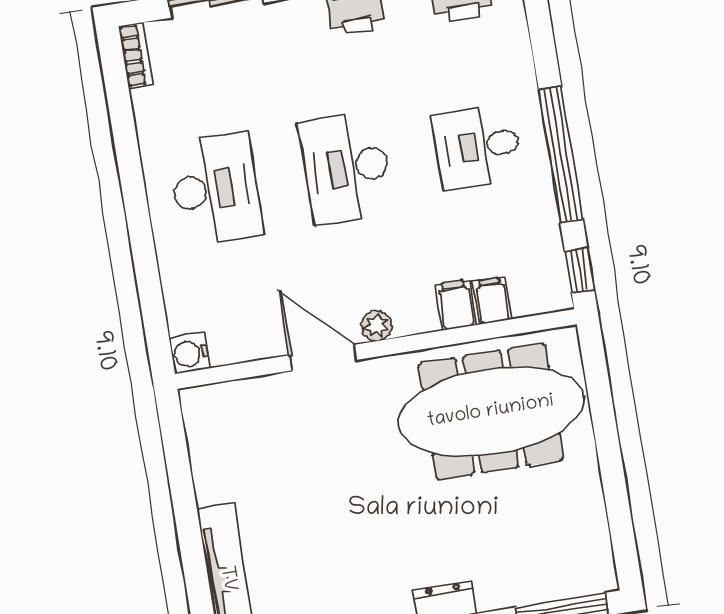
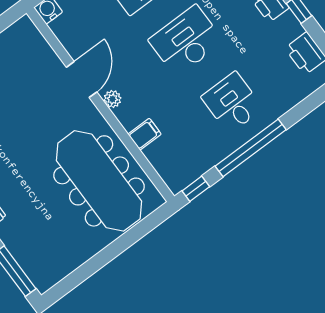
filing cabinet: (492, 301) -> (157, 152), removed

